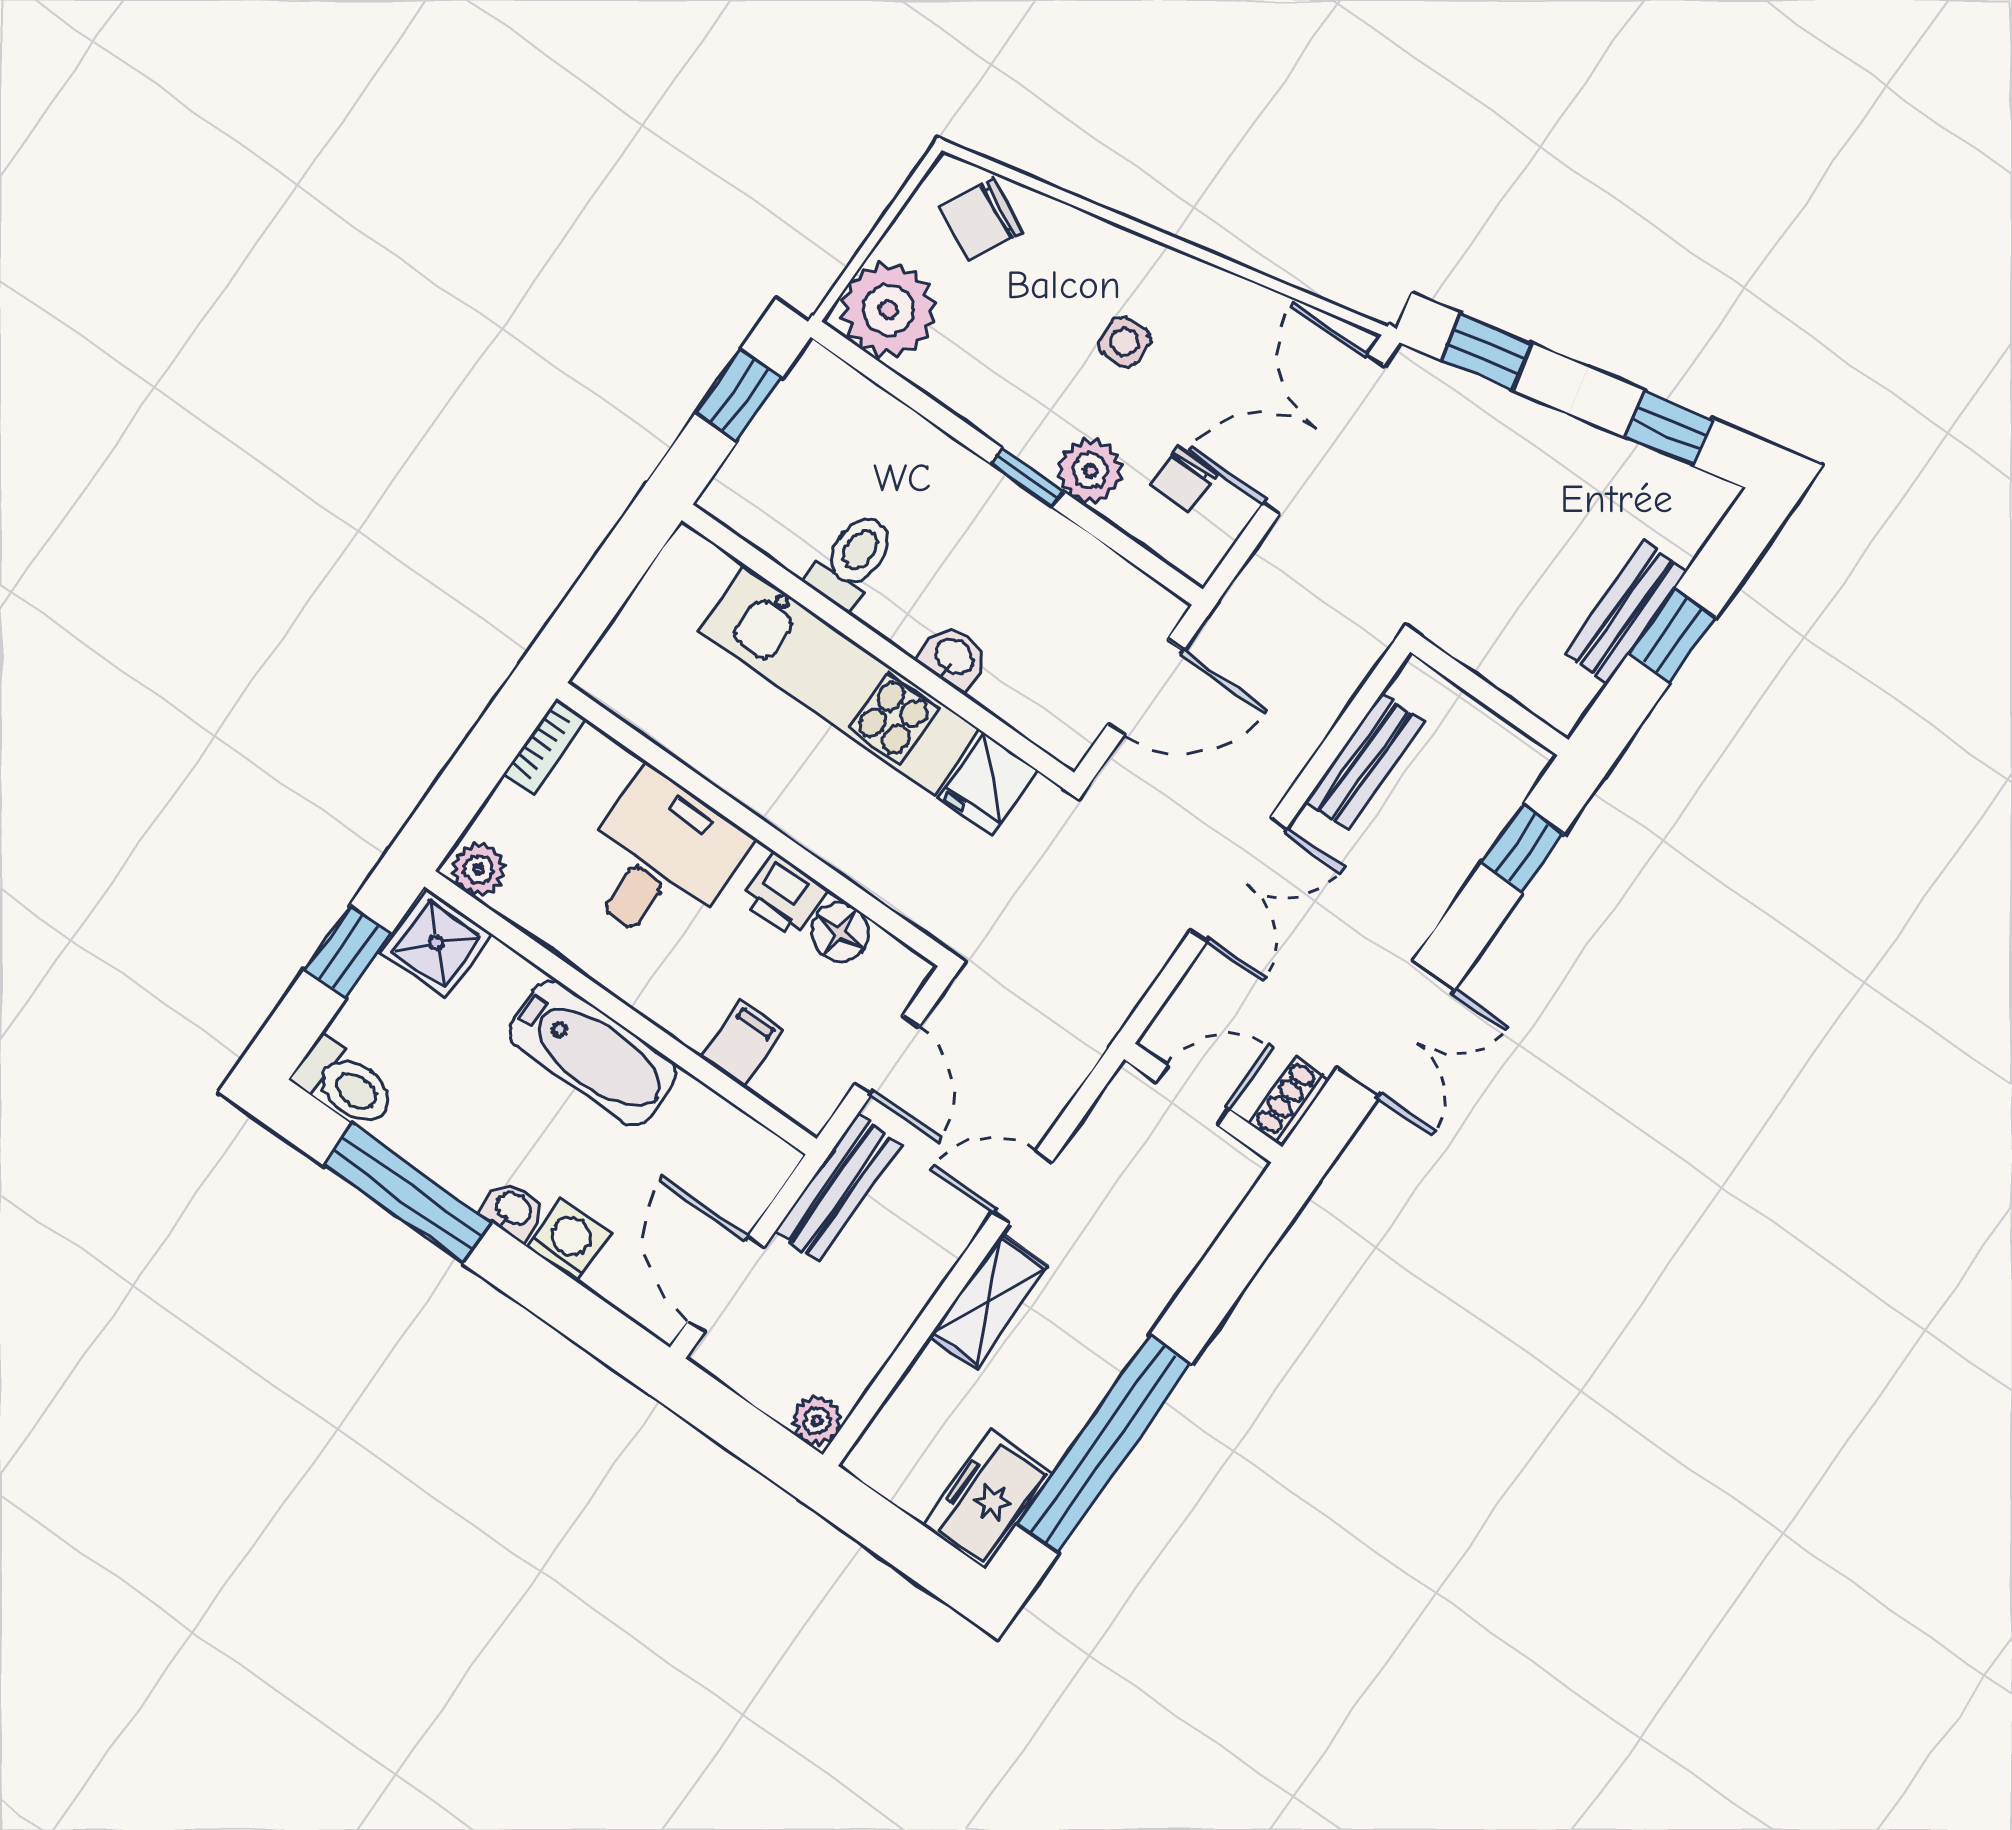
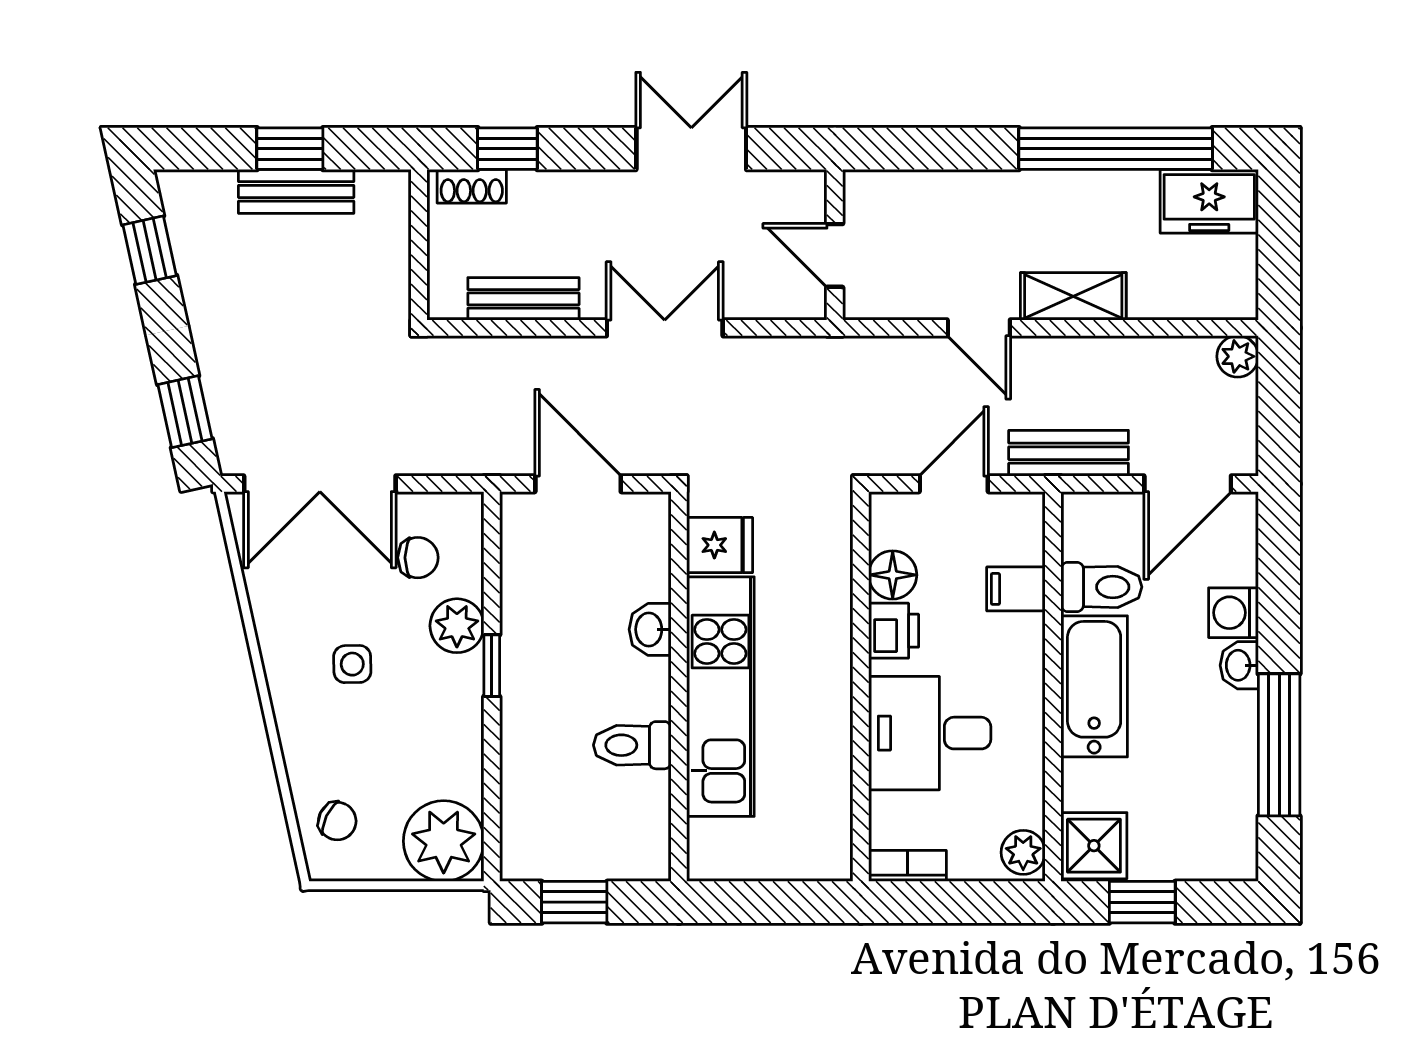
chair: (981, 219) -> (337, 821), width x0.73, depth x0.73
toilet: (345, 1083) -> (1101, 587), moved, turned 90
shoe rack: (1290, 1102) -> (472, 186), moved

